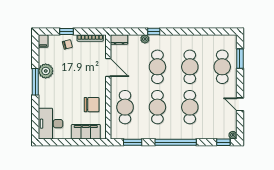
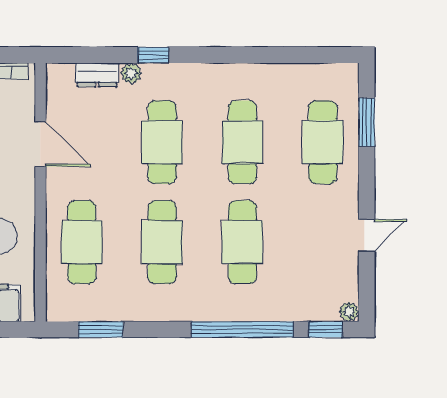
dresser: (119, 40) -> (97, 75), moved
door: (240, 104) -> (367, 235), swing flipped
window: (176, 142) -> (242, 329), moved

